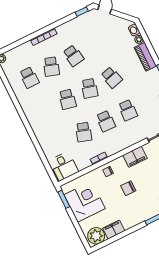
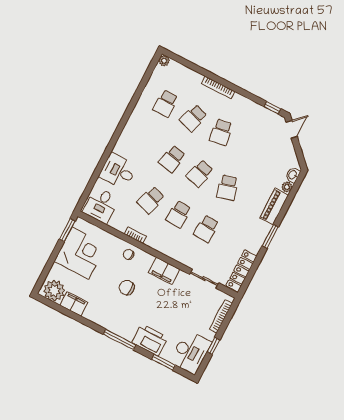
desk: (50, 139) -> (118, 171), added

